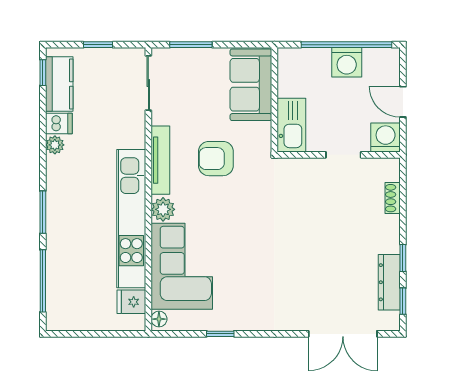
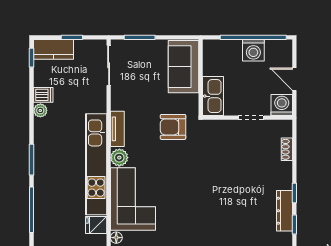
kitchen counter: (59, 84) -> (53, 49), moved, turned 90
armchair: (216, 159) -> (173, 127), moved
tv unit: (160, 160) -> (117, 129), width x0.71

